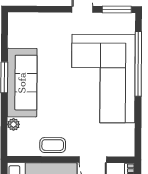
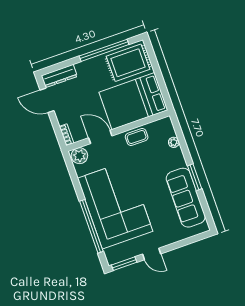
sofa: (22, 83) -> (186, 198), moved
plant: (123, 147) -> (79, 156), added

